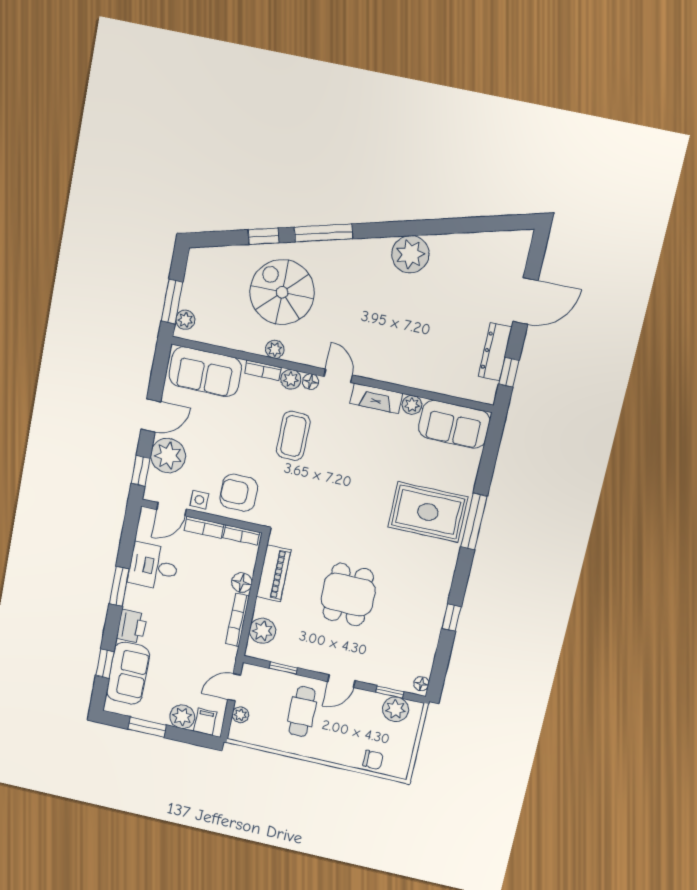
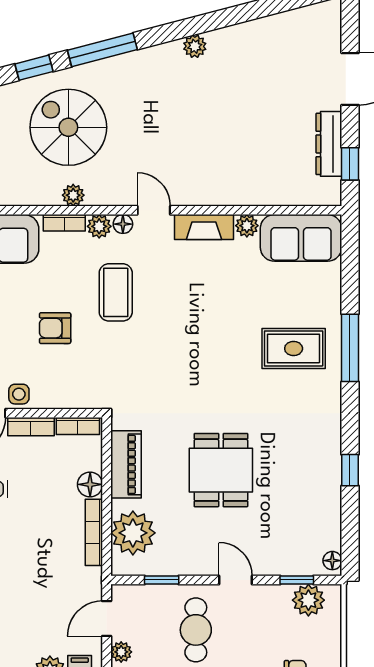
plant: (410, 254) -> (195, 46), width x0.53, depth x0.53
armchair: (239, 493) -> (55, 328), moved, width x0.72, depth x0.72
rug: (428, 512) -> (294, 348), width x0.73, depth x0.70
plant: (263, 631) -> (133, 533), width x1.36, depth x1.36
door: (341, 681) -> (236, 580), swing flipped

